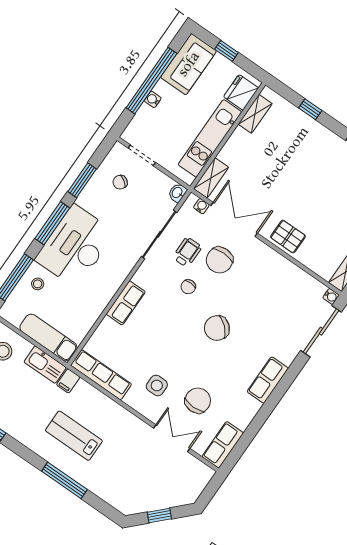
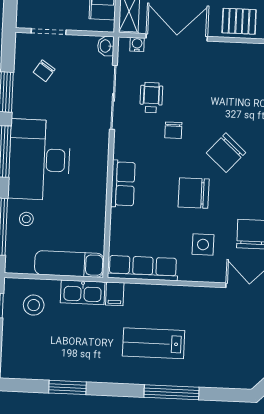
chair: (219, 260) -> (194, 193), moved, turned 90

